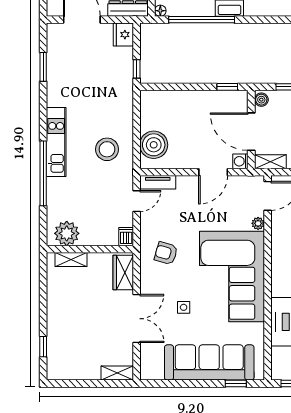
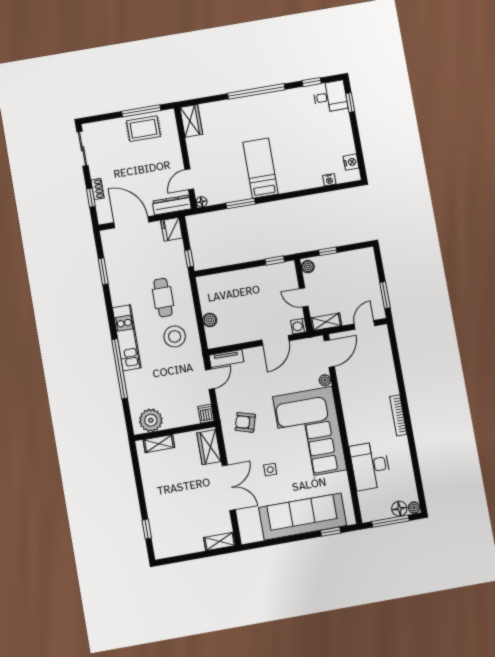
window: (202, 20) -> (241, 203), width x0.47
cafe table: (102, 106) -> (163, 298), added
door: (251, 132) -> (304, 297), width x0.53
boiler: (154, 145) -> (210, 320), width x0.54, depth x0.54

